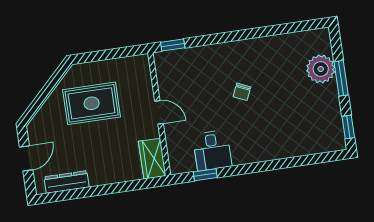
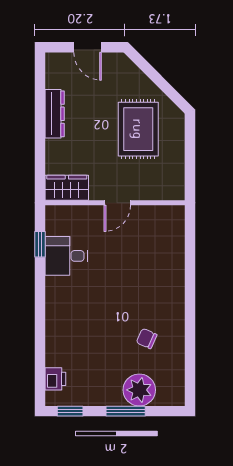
window: (173, 45) -> (190, 229), removed
chair: (242, 92) -> (147, 339), moved
printer: (322, 144) -> (55, 379), added
dresser: (67, 182) -> (55, 114), moved

